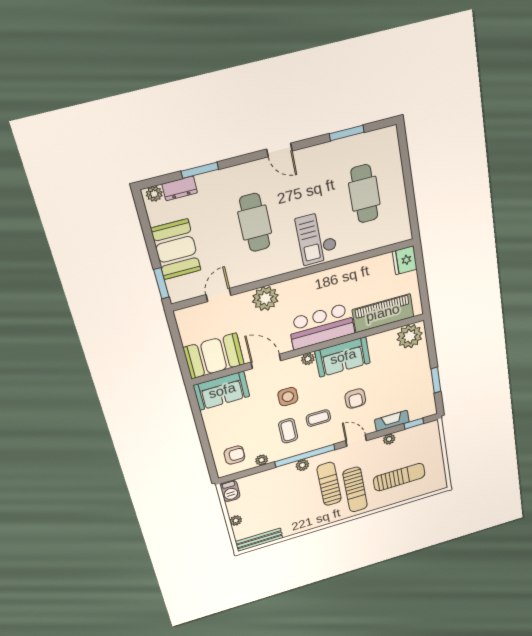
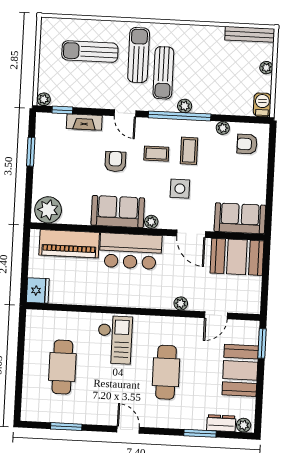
plant: (265, 298) -> (181, 303), width x0.53, depth x0.53
plant: (389, 439) -> (44, 99), moved

